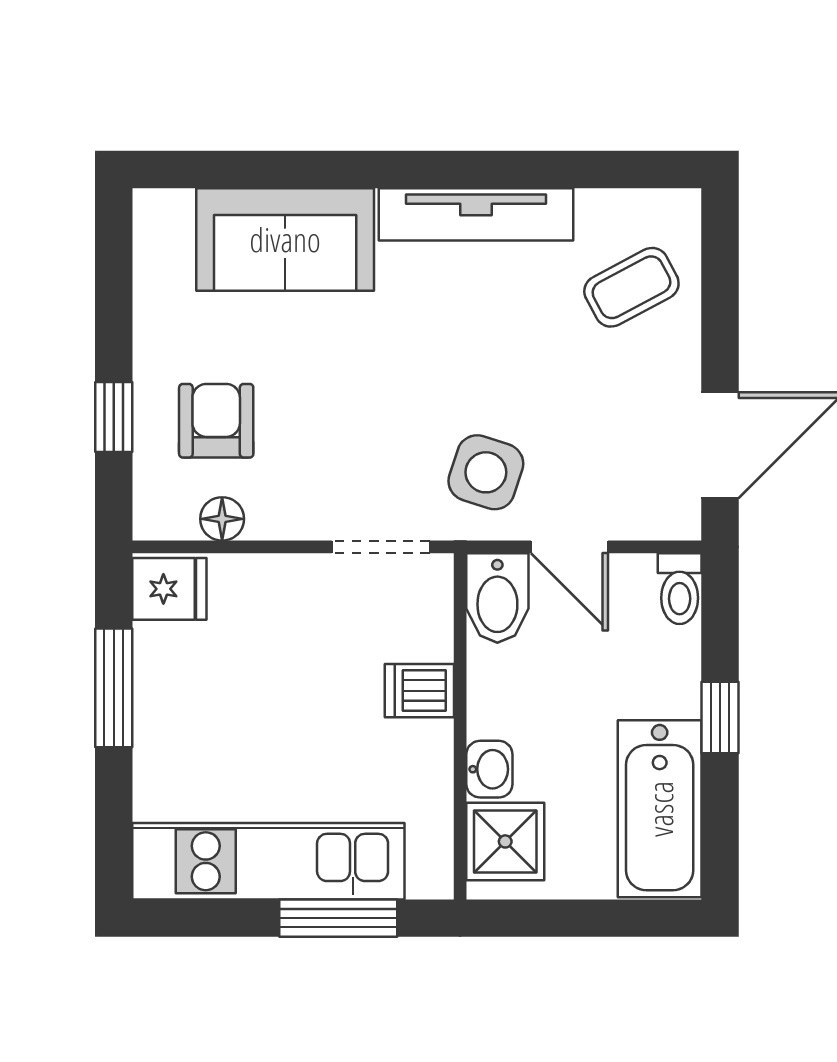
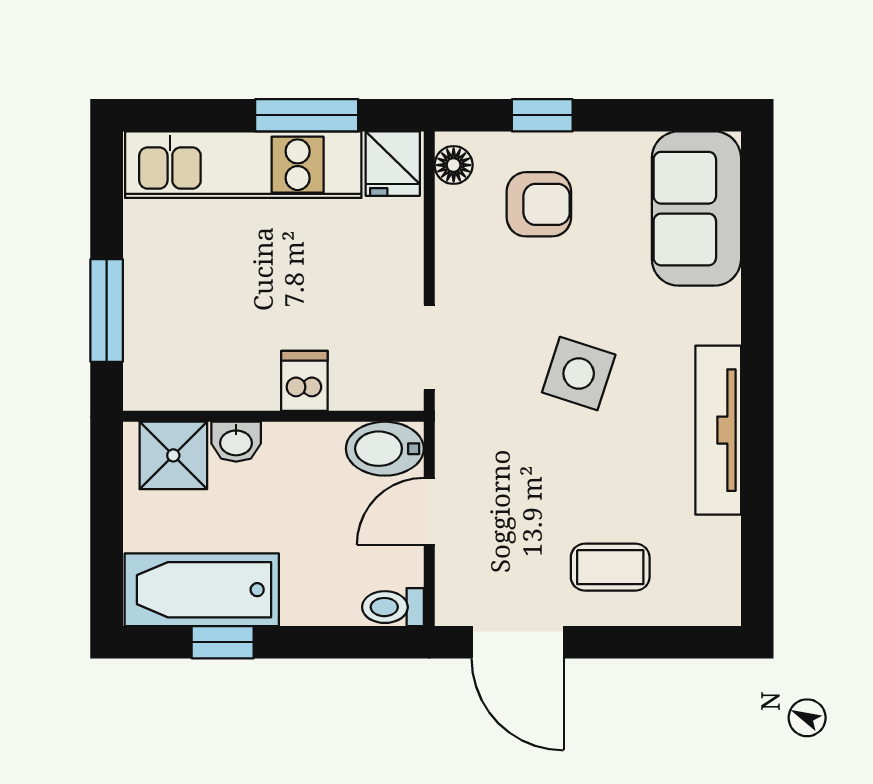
sofa: (285, 239) -> (696, 209), moved
coffee table: (631, 287) -> (610, 567), moved, turned -62
side table: (486, 472) -> (579, 374), moved
floor lamp: (222, 519) -> (454, 165), moved
window: (720, 718) -> (223, 642), moved
kitchen unit: (268, 861) -> (243, 165), moved, turned 90

